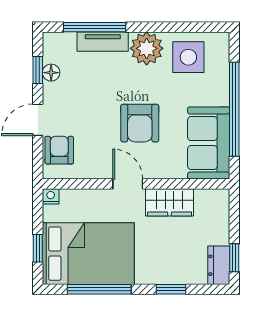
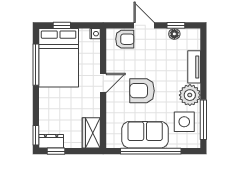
window: (95, 27) -> (203, 120), moved
sofa: (209, 143) -> (145, 135), moved
wardrobe: (170, 202) -> (91, 133), moved
window: (171, 289) -> (36, 135), moved

